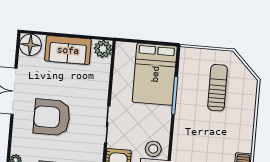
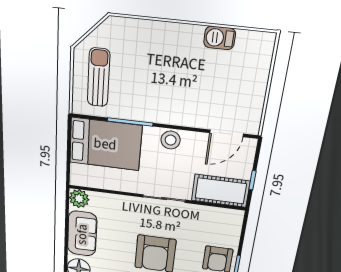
sun lounger: (218, 88) -> (99, 77), moved, turned 90
stool: (153, 149) -> (171, 140), moved

